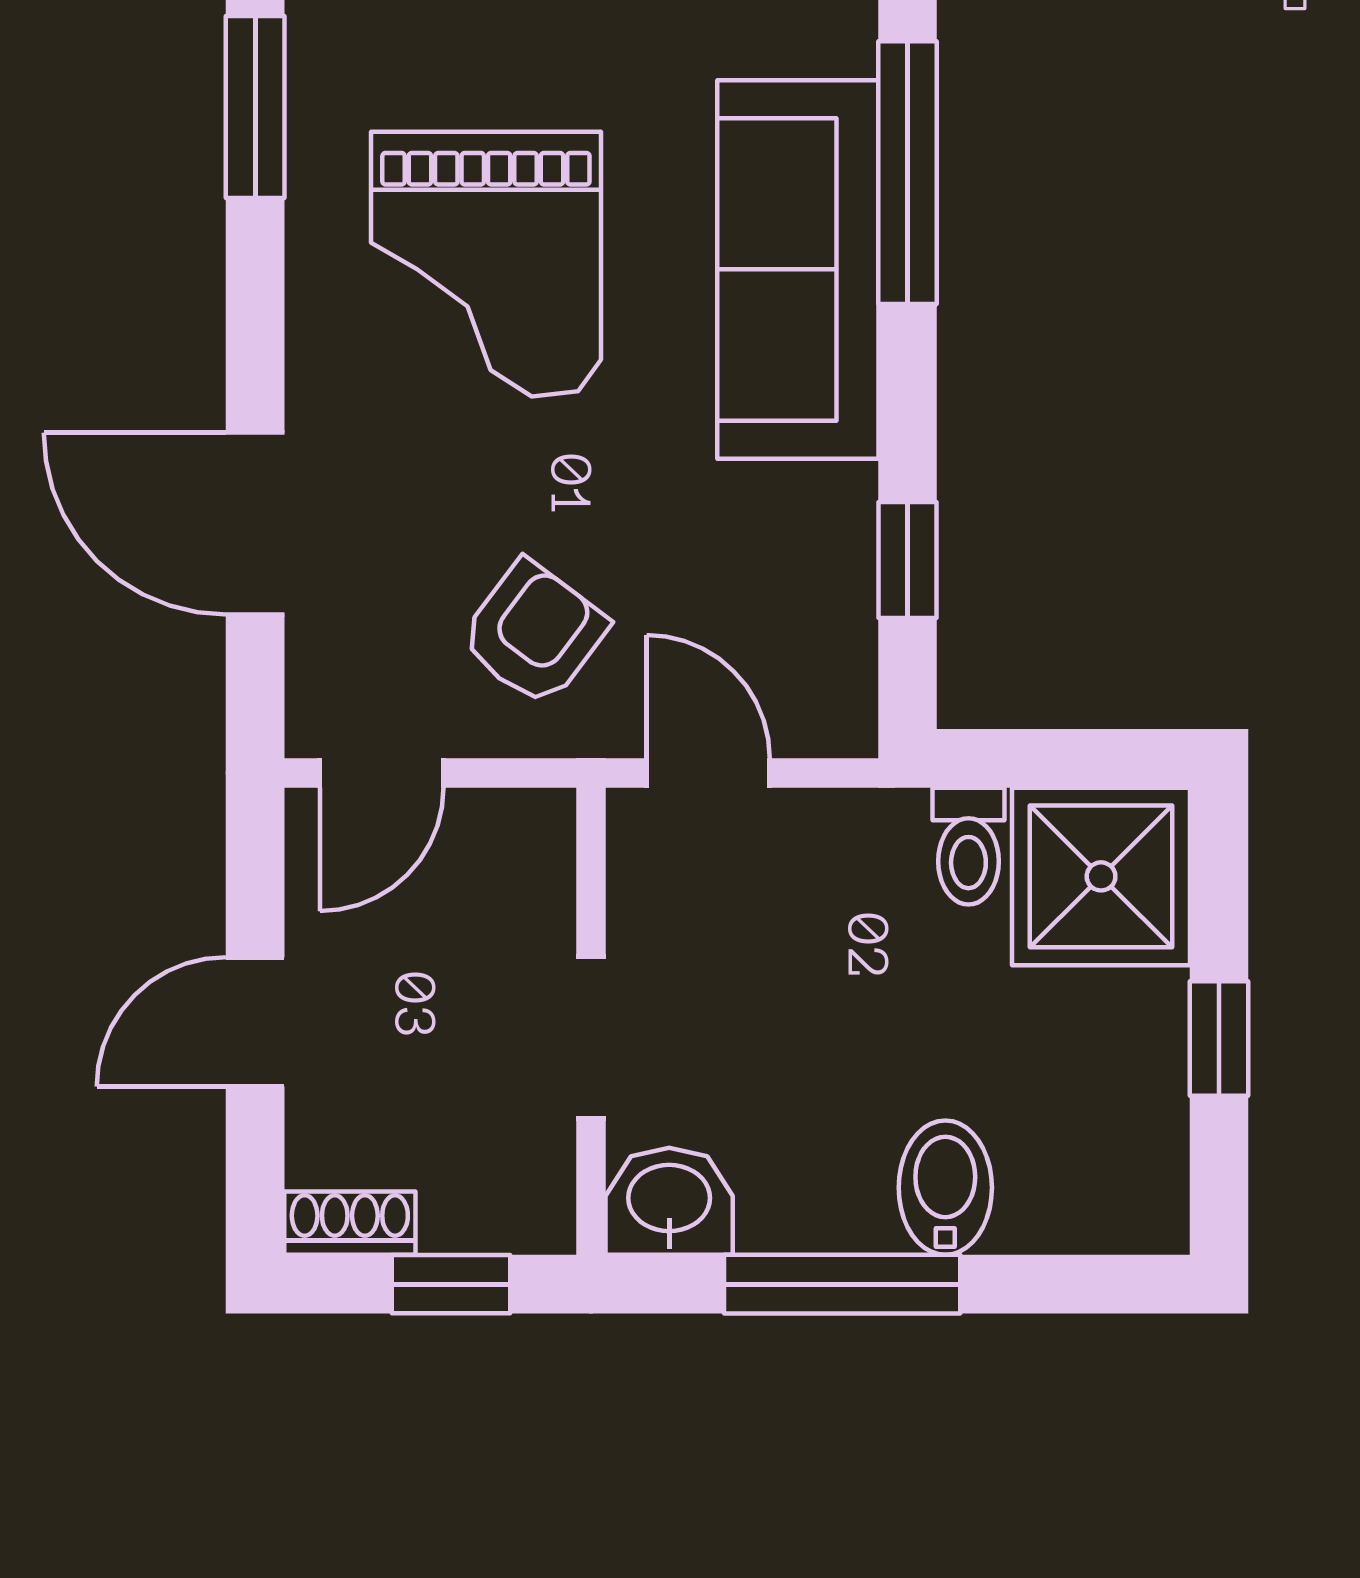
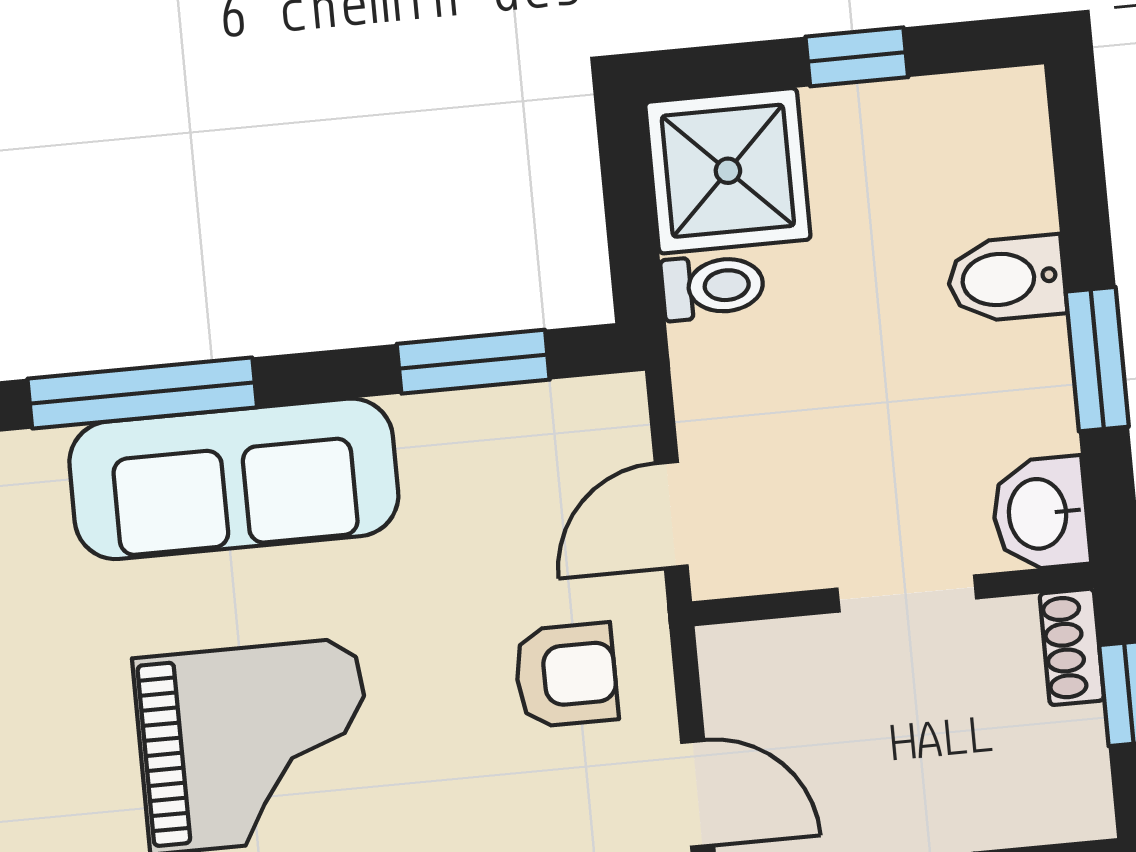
window: (907, 560) -> (473, 362), width x1.50
armchair: (534, 633) -> (566, 675), turned 143
shoe rack: (350, 1223) -> (1072, 647), moved
window: (842, 1284) -> (1097, 359), width x0.69

